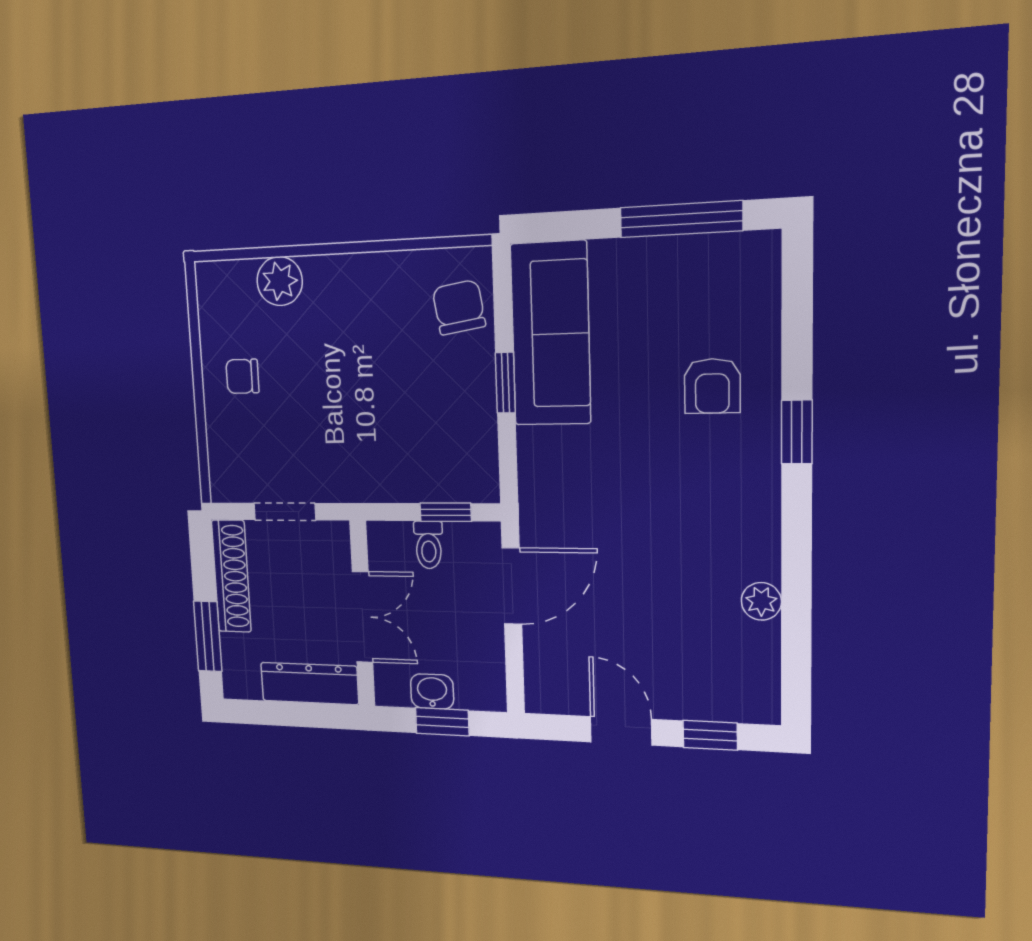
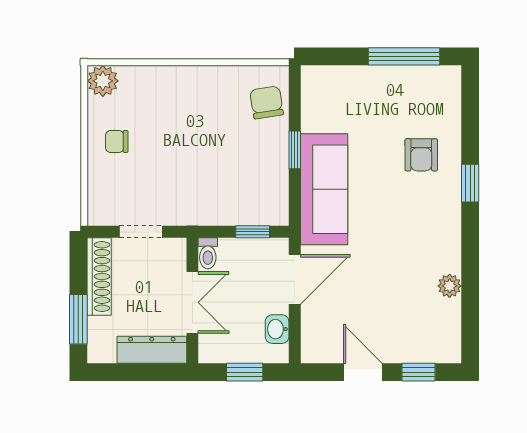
plant: (280, 281) -> (103, 81), moved
sofa: (551, 334) -> (324, 189), moved
toilet: (429, 545) -> (208, 253), moved
washbasin: (432, 691) -> (277, 329), moved, turned -90

